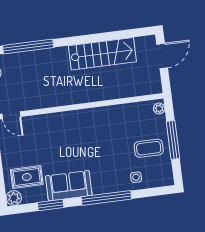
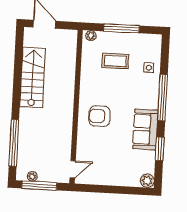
armchair: (74, 134) -> (99, 116), added
coffee table: (149, 148) -> (115, 61), moved, turned 90
rug: (27, 177) -> (131, 166), removed

